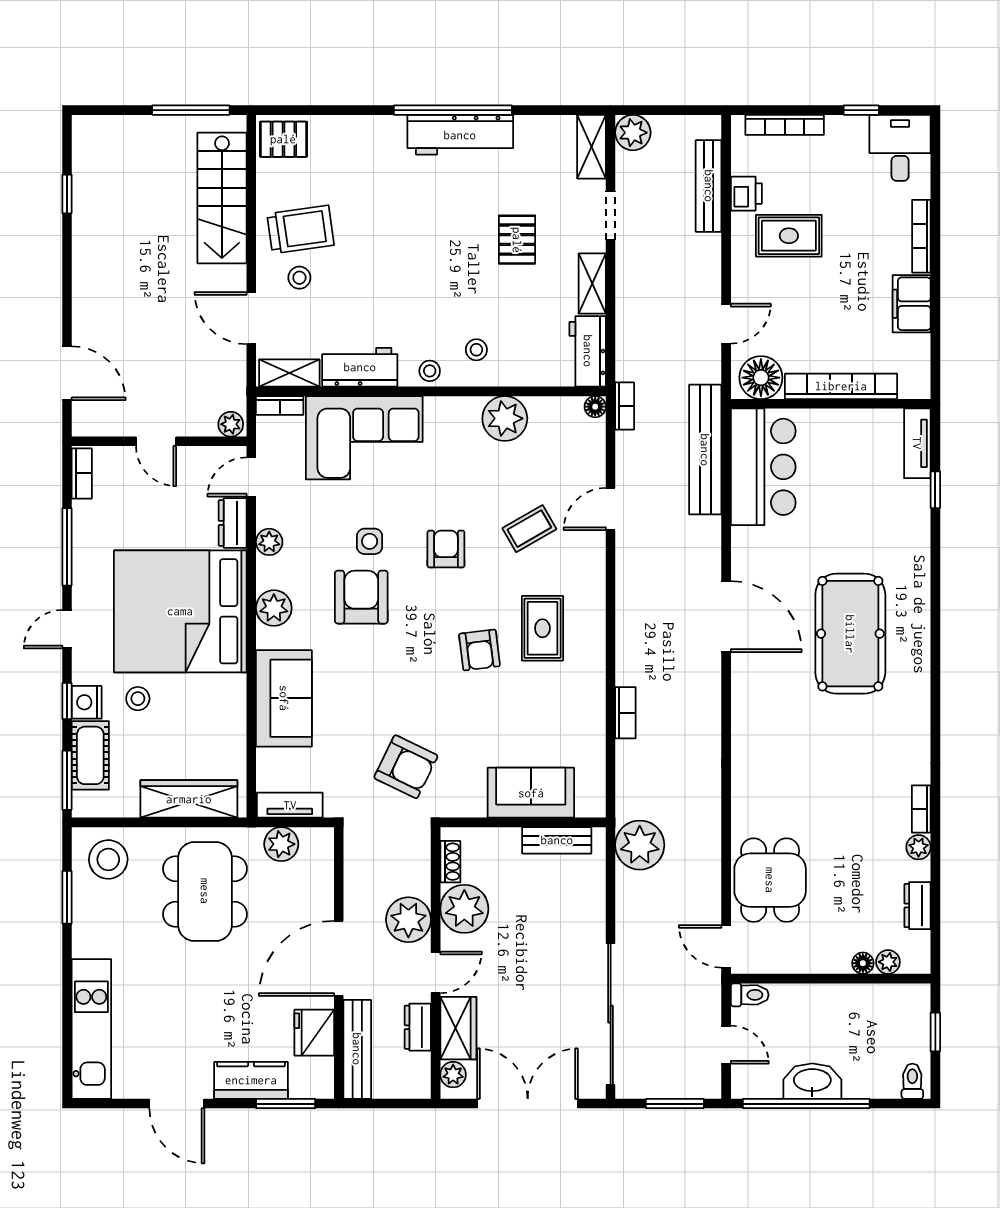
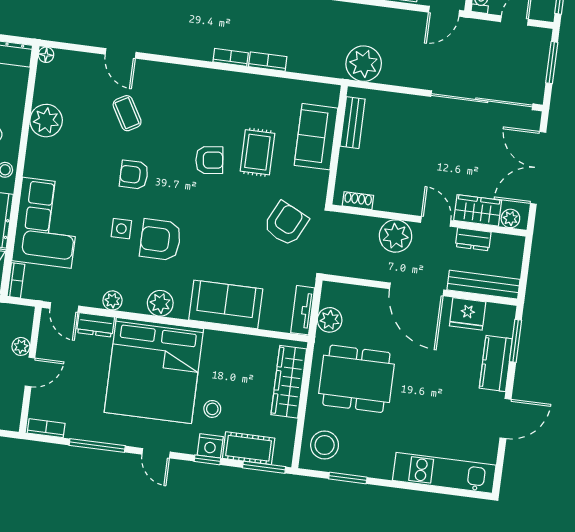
bookcase: (625, 406) -> (231, 57), moved
plant: (231, 424) -> (21, 346), moved
rug: (542, 628) -> (257, 152), moved, turned 90
plant: (464, 909) -> (393, 195), removed

